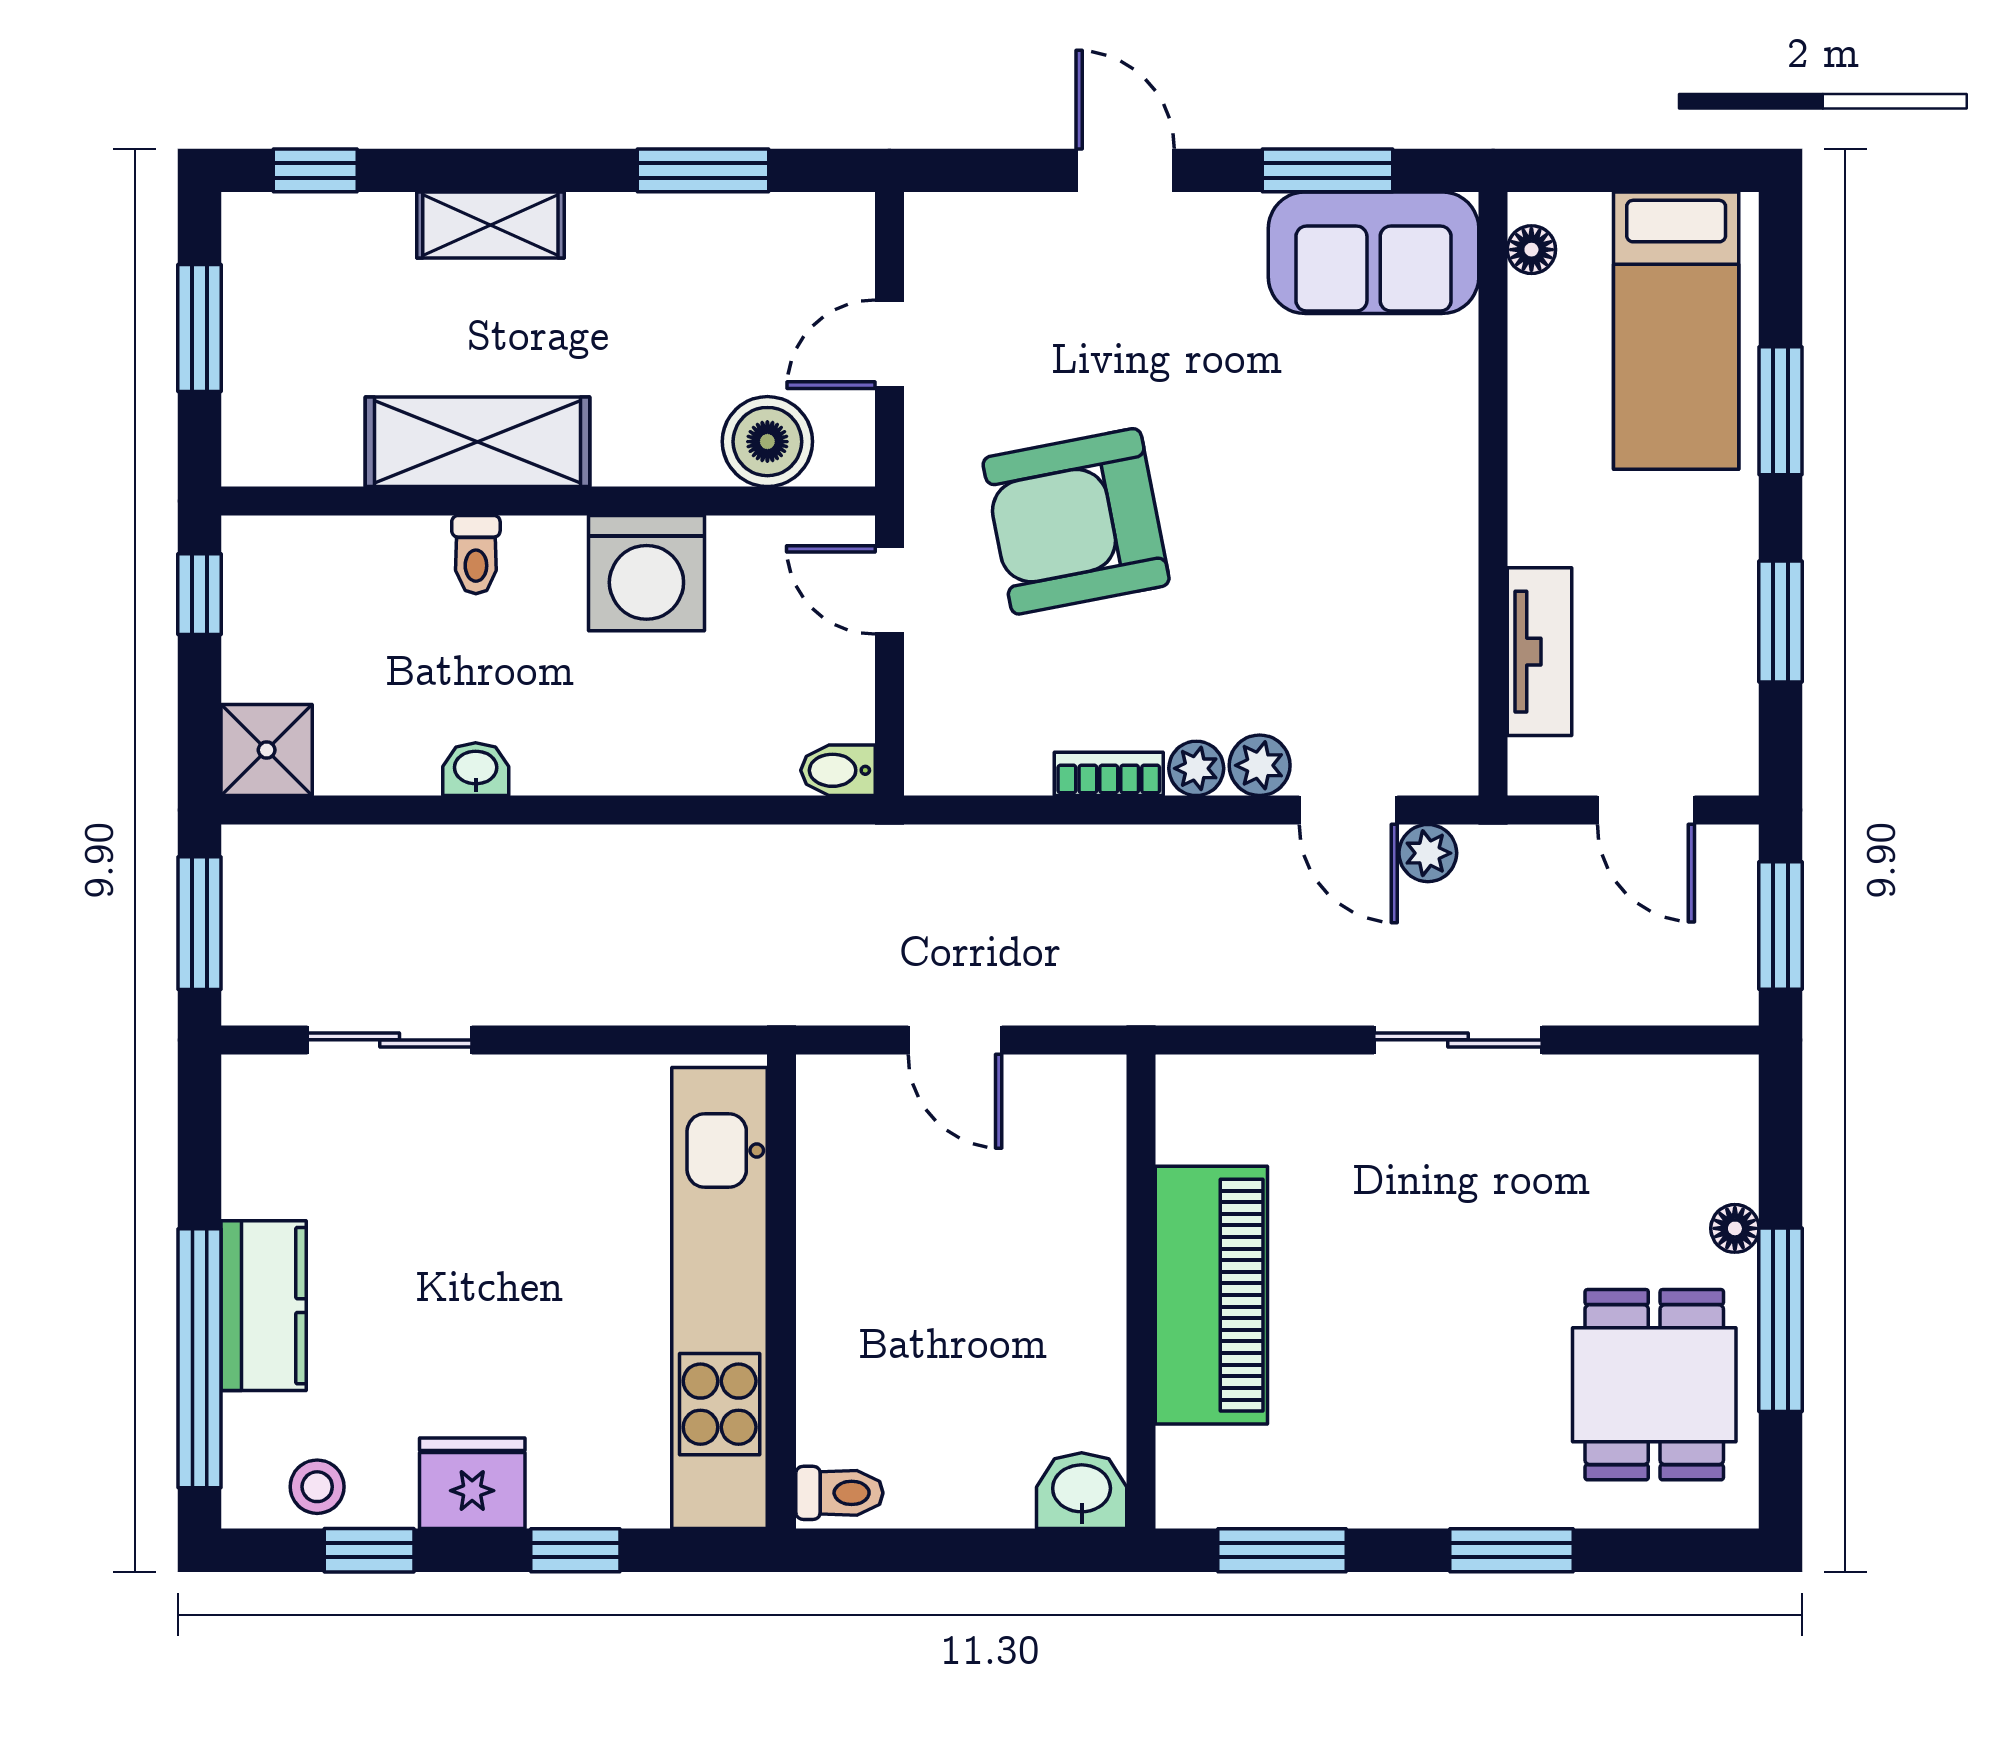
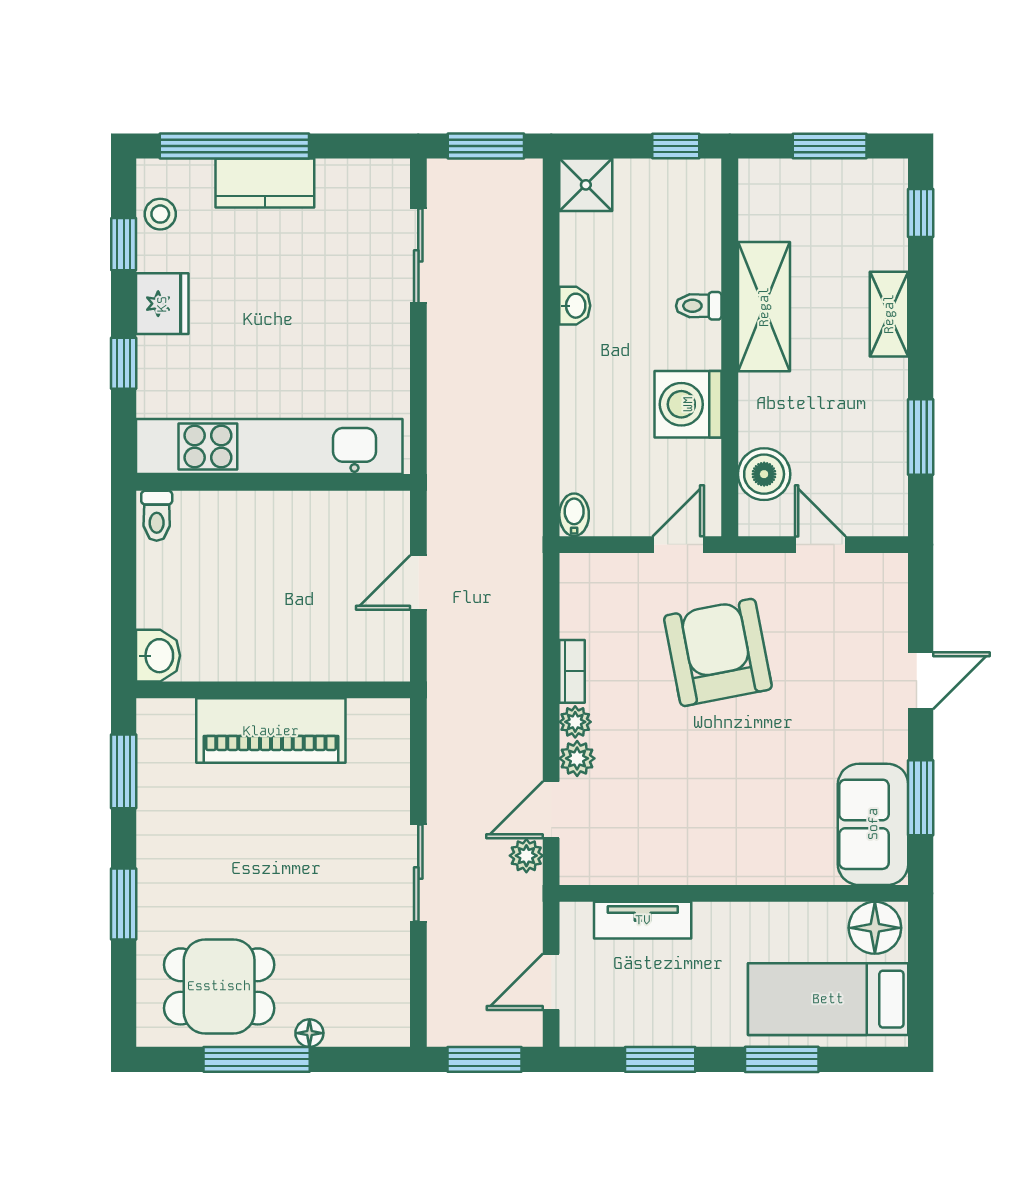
floor lamp: (1531, 250) -> (875, 928), width x1.89, depth x1.89

